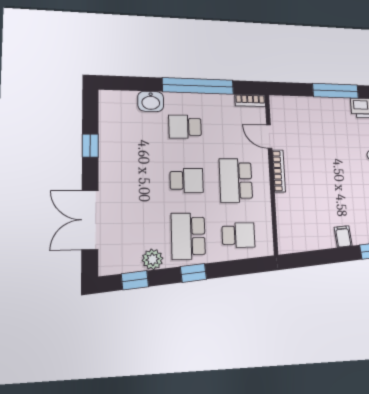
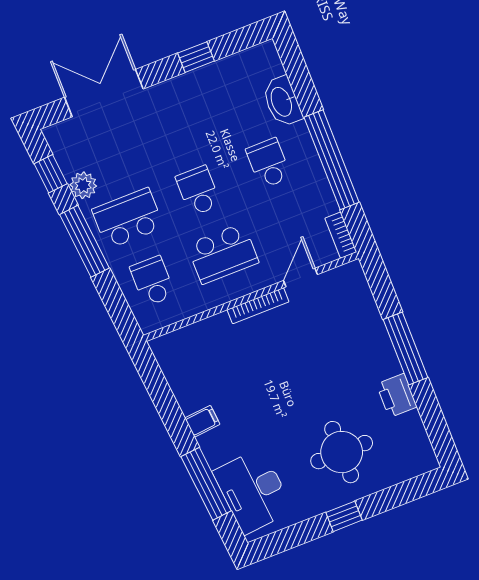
washbasin: (151, 101) -> (282, 102), width x1.38
school desk: (187, 180) -> (198, 191), turned 180
school desk: (236, 180) -> (223, 254), turned 180
school desk: (238, 235) -> (152, 281), turned 180
window: (193, 273) -> (84, 241), width x2.17

